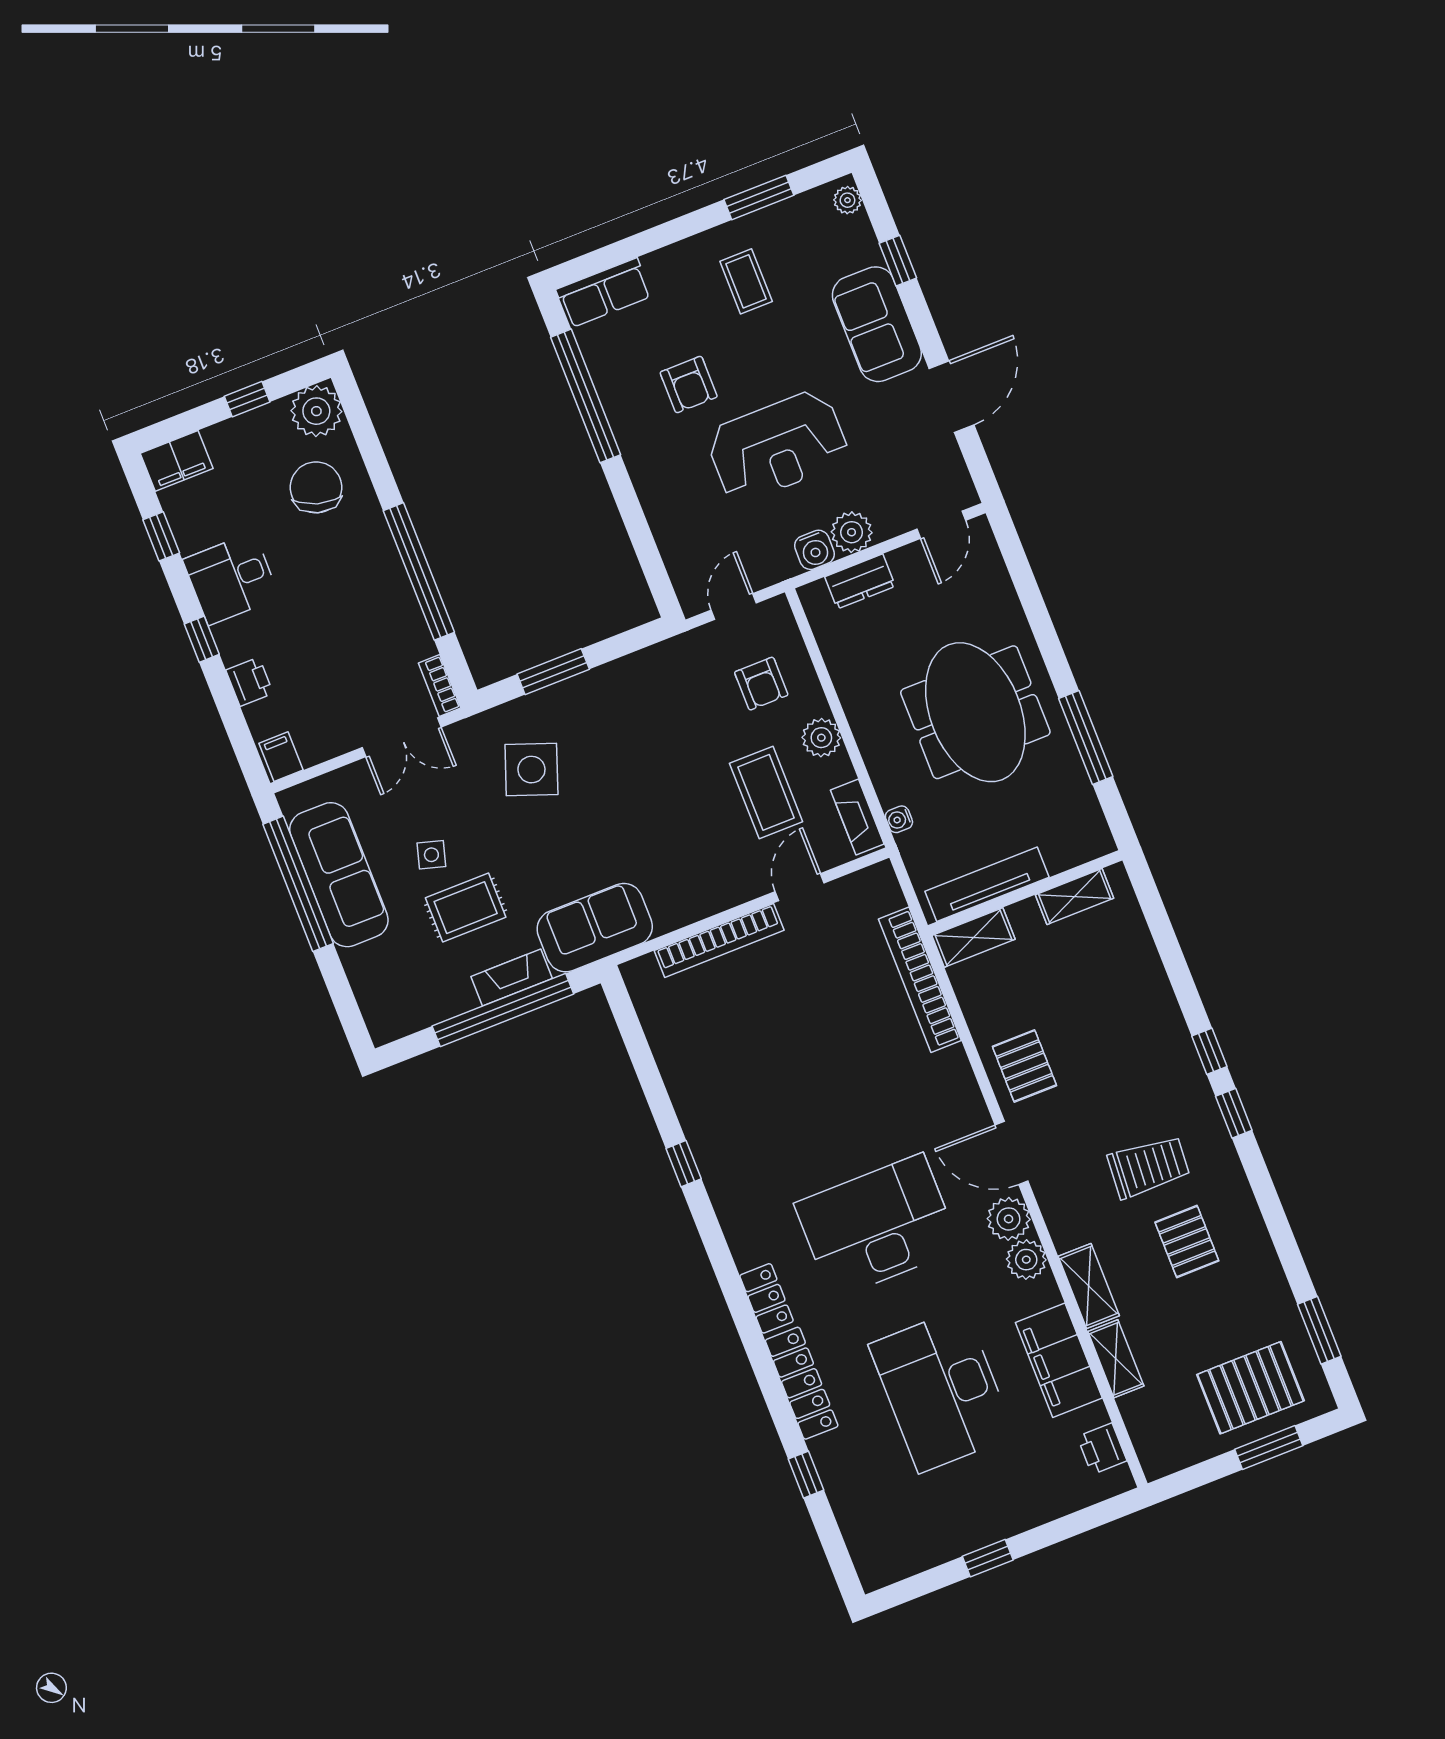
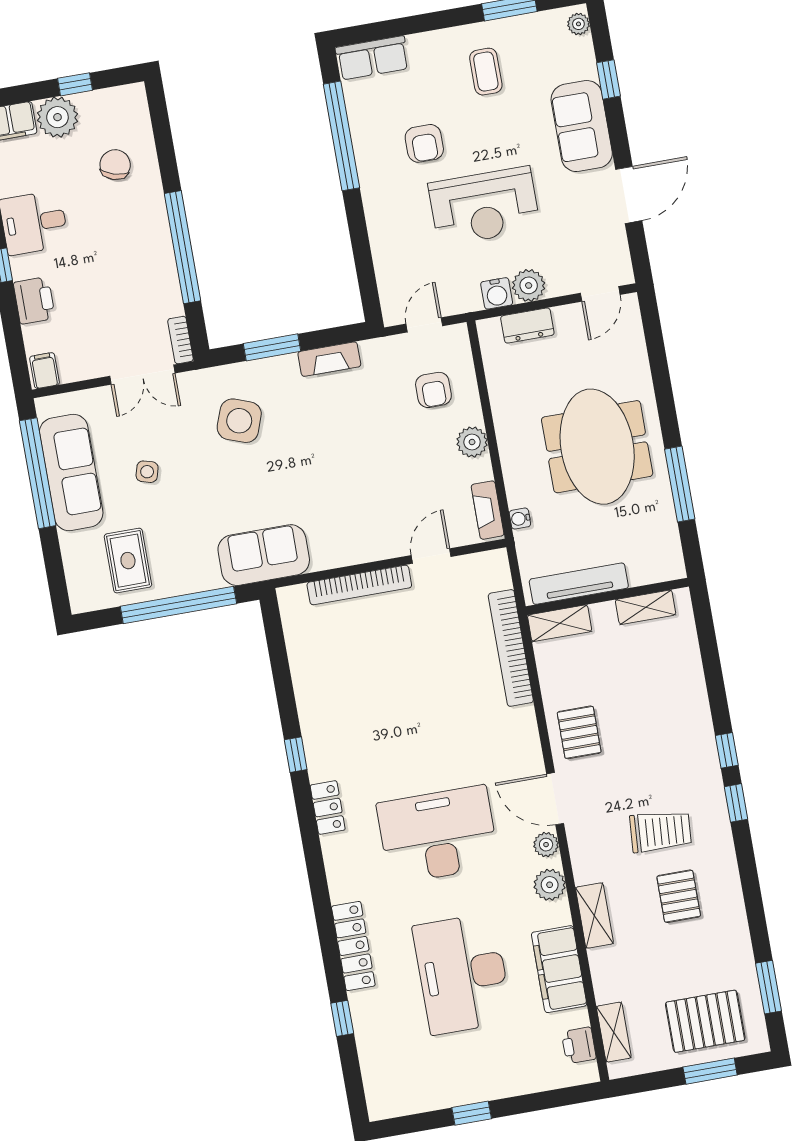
plant: (316, 411) -> (57, 117), moved
chair: (316, 487) -> (115, 165), width x0.73, depth x0.73
printer: (250, 682) -> (34, 300), width x1.36, depth x1.24
coffee table: (766, 792) -> (420, 476), removed
rug: (466, 908) -> (128, 561), moved, turned 90
fireplace: (512, 978) -> (329, 359), moved, turned 180
plant: (1009, 1219) -> (546, 845), width x0.73, depth x0.73
locker: (766, 1298) -> (328, 808), moved
shelving: (1116, 1359) -> (614, 1032), moved

